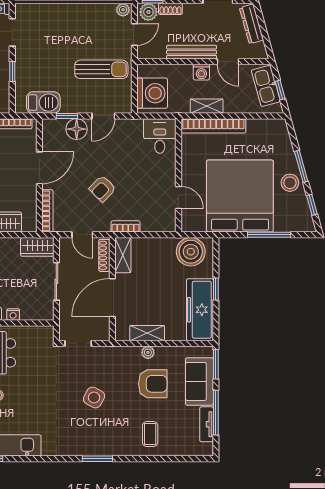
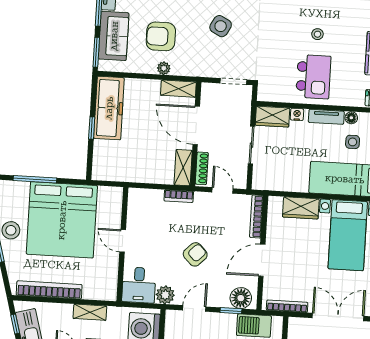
bookcase: (213, 126) -> (49, 290), moved
plant: (133, 128) -> (165, 295), added
floor lamp: (77, 129) -> (241, 298), moved
armchair: (103, 189) -> (195, 254), moved
door: (178, 197) -> (123, 241), moved
wardrobe: (37, 247) -> (272, 117), moved, turned 180
boiler: (191, 252) -> (115, 167), removed
door: (112, 298) -> (196, 125), swing flipped
shelving: (147, 333) -> (178, 89), moved

